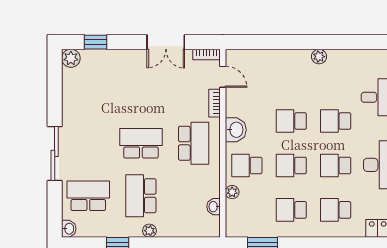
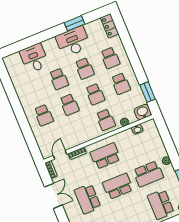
plant: (319, 57) -> (25, 104), removed
school desk: (291, 77) -> (44, 115), added
school desk: (141, 91) -> (87, 199), added
washbasin: (236, 130) -> (143, 112), moved
school desk: (141, 143) -> (118, 186), turned 90

